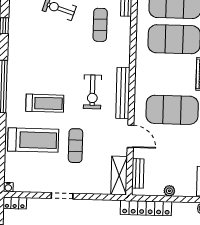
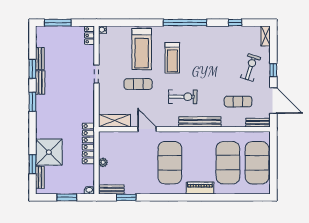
exercise bike: (92, 92) -> (183, 97), turned 180
bench: (123, 93) -> (200, 122), moved
door: (131, 136) -> (147, 129), swing flipped
bench: (138, 173) -> (117, 136), removed

